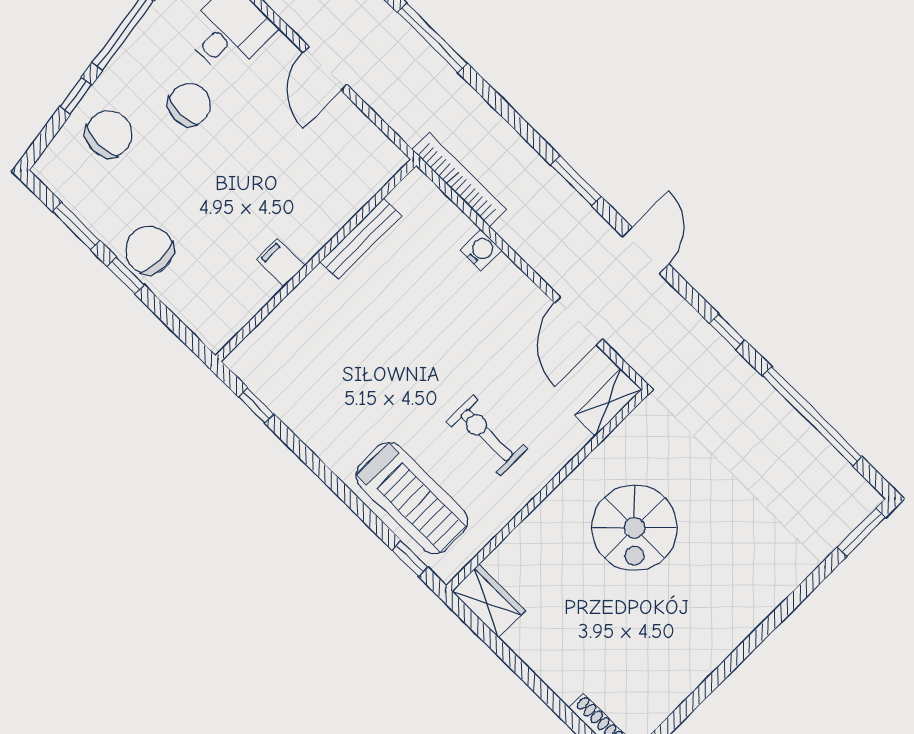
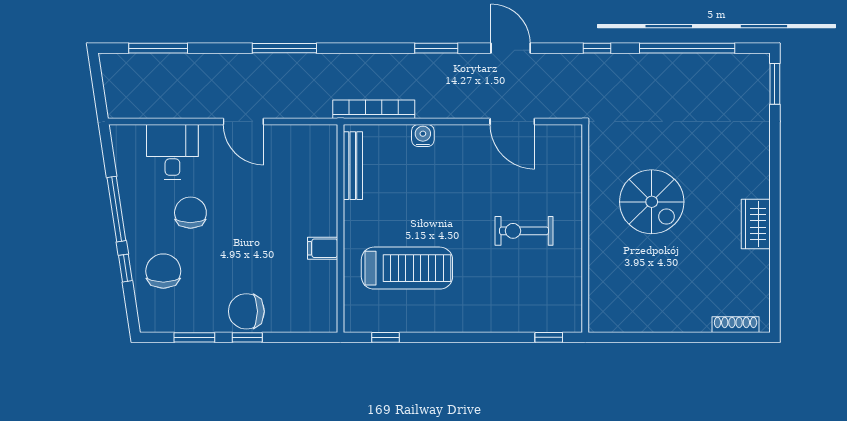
bench: (361, 239) -> (353, 166), moved
shelving: (608, 402) -> (571, 149), removed
treadmill: (412, 498) -> (407, 268), moved
wardrobe: (489, 601) -> (756, 224), moved, turned -90

